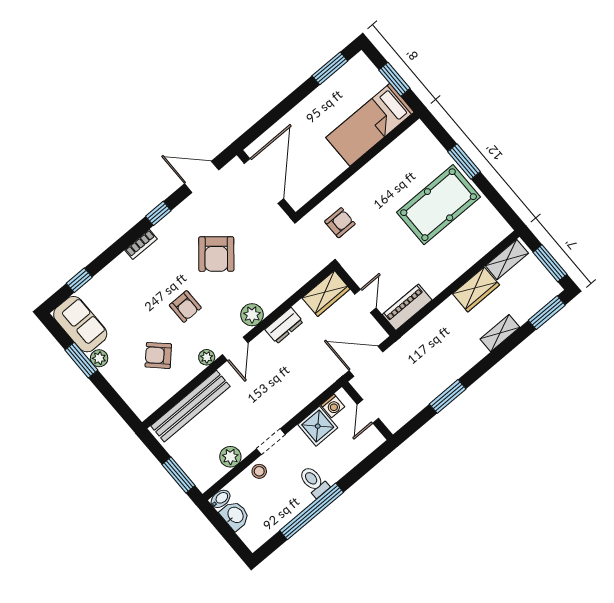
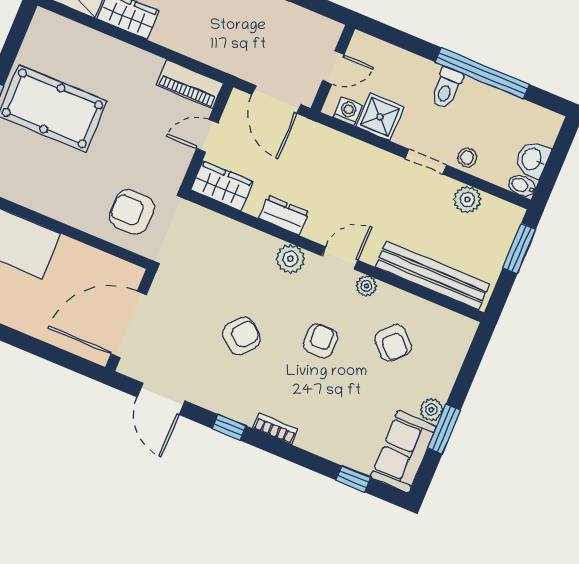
armchair: (340, 223) -> (132, 212), width x1.38, depth x1.38
armchair: (216, 254) -> (241, 336), width x0.72, depth x0.72

